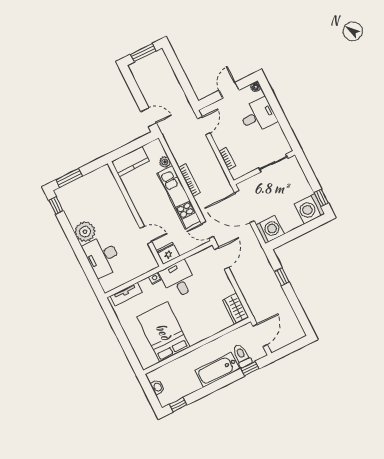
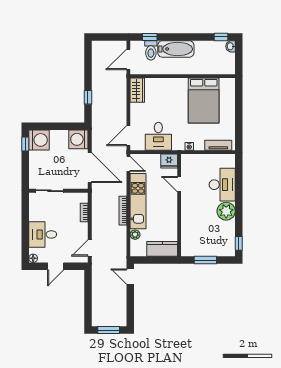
window: (69, 178) -> (205, 260), moved
desk: (178, 279) -> (158, 136), moved
washbasin: (157, 387) -> (230, 46), moved

